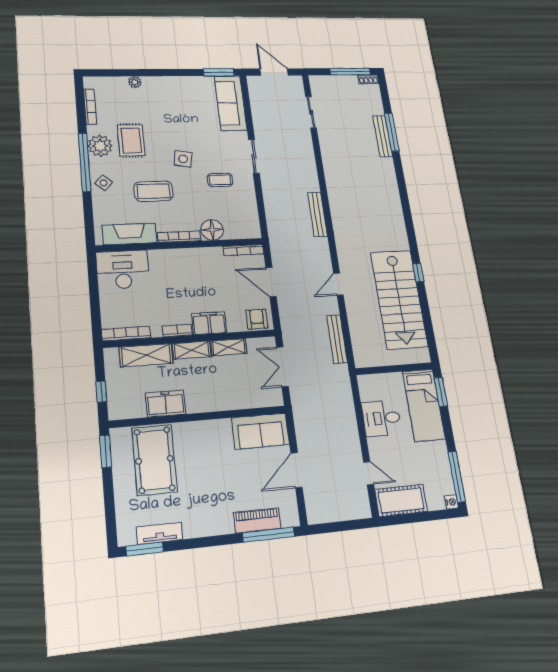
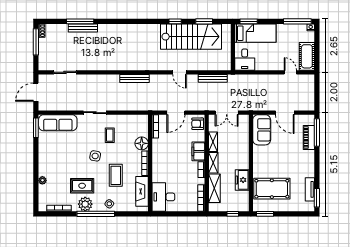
window: (427, 319) -> (204, 21), added
desk: (382, 418) -> (245, 60), moved
door: (369, 473) -> (290, 72), hinge flipped

